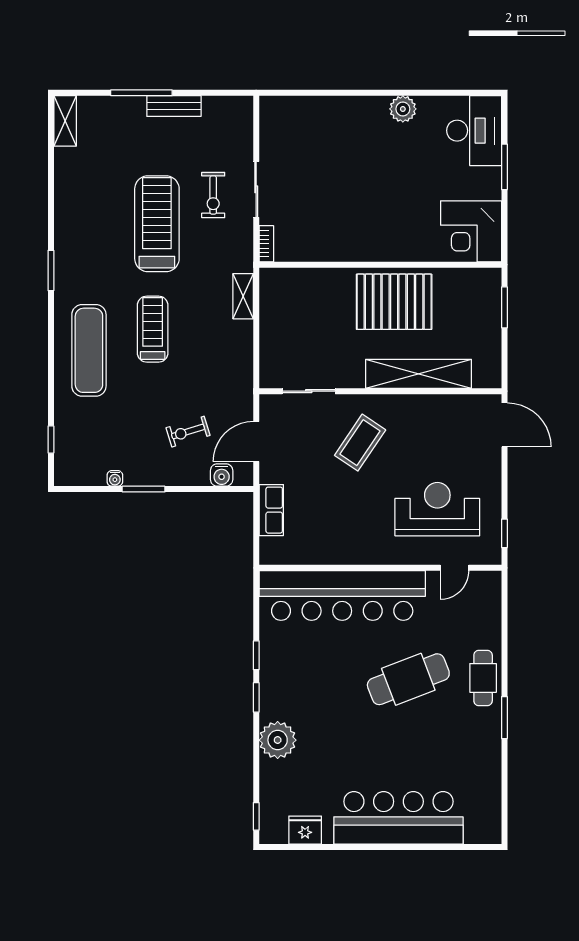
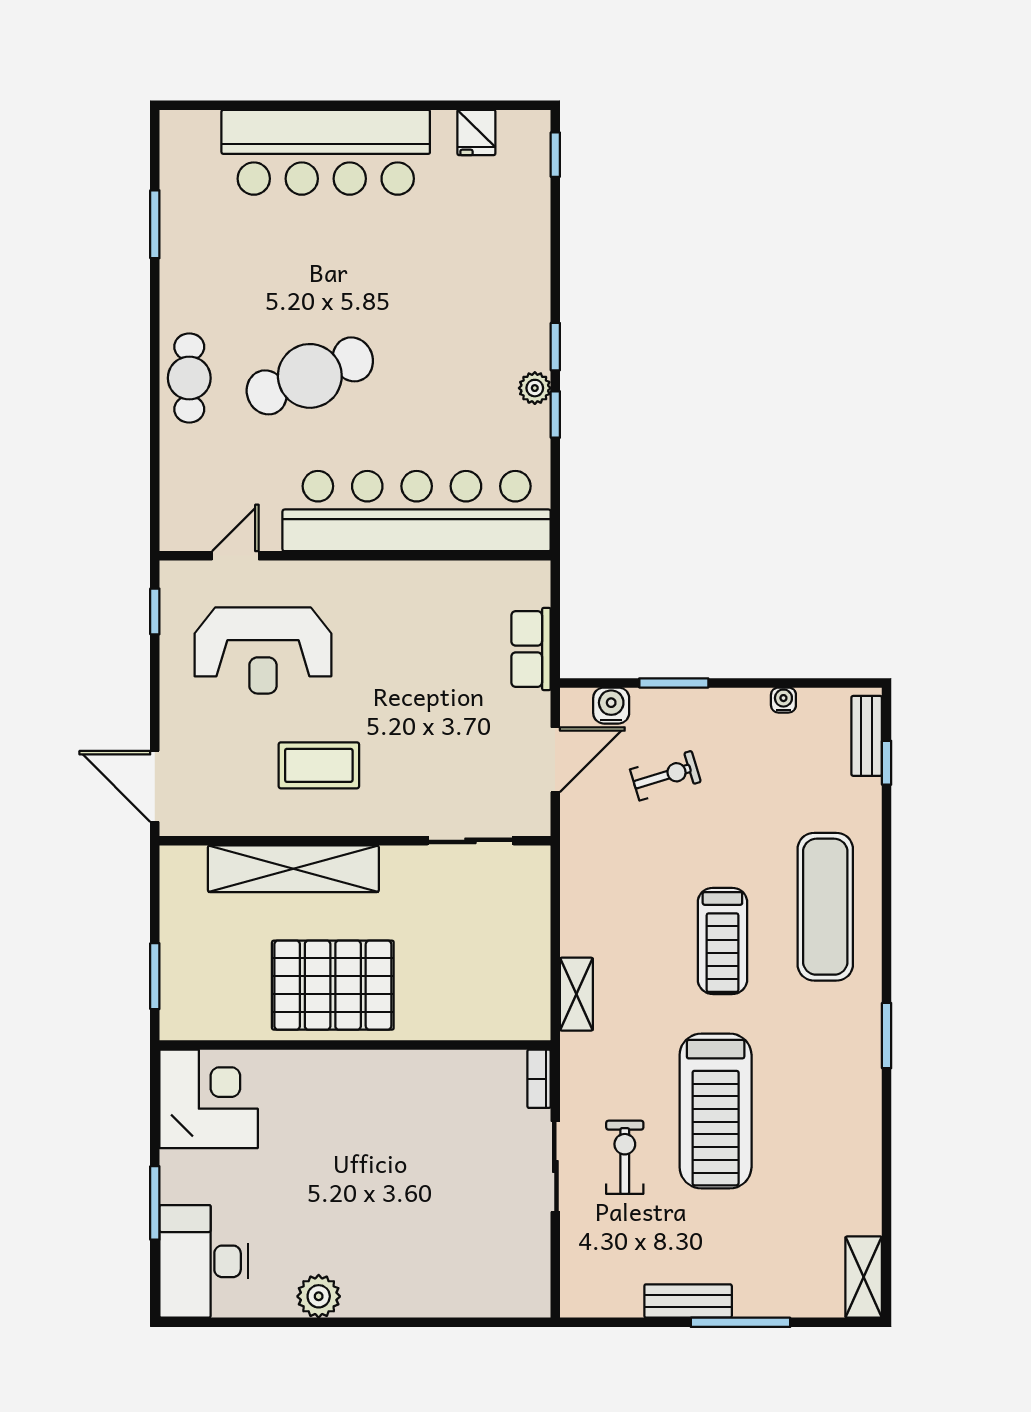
coffee table: (360, 443) -> (319, 765), moved, turned 56
bench: (63, 456) -> (867, 736), added
window: (144, 489) -> (674, 683), moved
window: (504, 718) -> (155, 224), moved
plant: (278, 740) -> (535, 388), moved, width x0.53, depth x0.53
fridge: (305, 830) -> (476, 132), width x0.72

